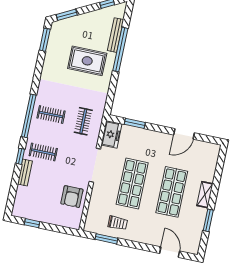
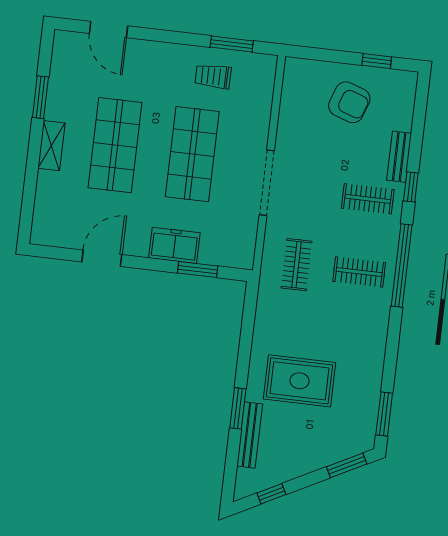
window: (120, 49) -> (238, 408), width x0.47
freezer: (111, 135) -> (174, 245), moved, turned 90
armchair: (72, 197) -> (349, 102), moved, turned 109

